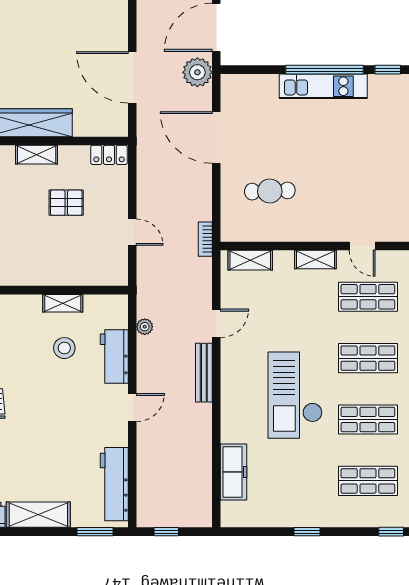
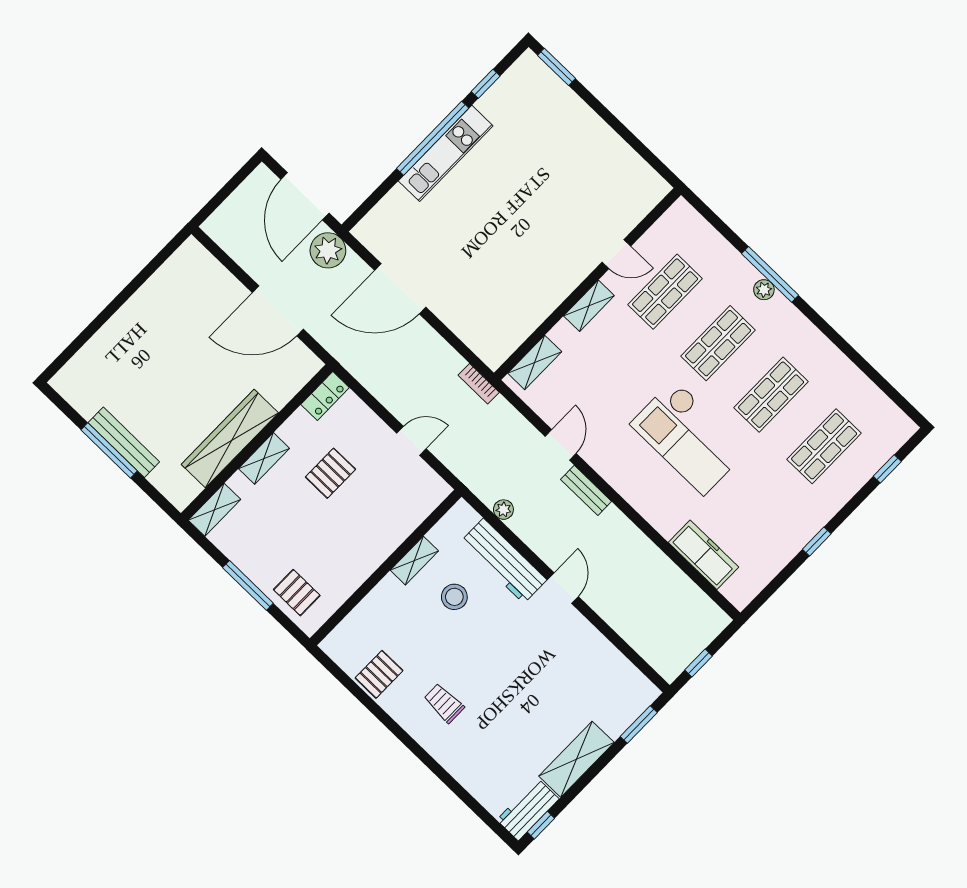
cafe table: (270, 191) -> (491, 288), removed
workbench: (114, 356) -> (504, 561), width x1.37
bench: (204, 373) -> (586, 490), width x0.73
workbench: (114, 484) -> (614, 668), removed

